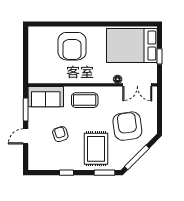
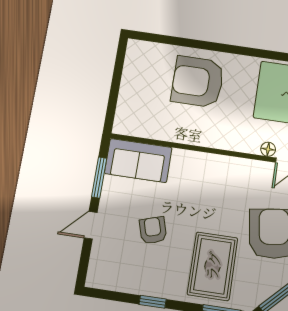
armchair: (72, 46) -> (198, 82), turned 90
coffee table: (85, 100) -> (205, 177), removed

